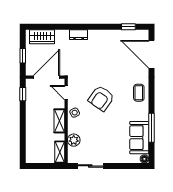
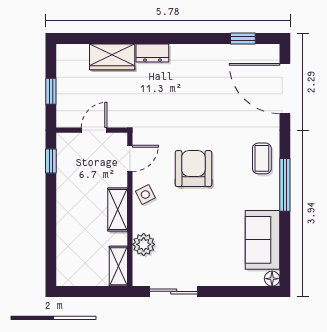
wardrobe: (42, 37) -> (112, 57), moved
door: (46, 77) -> (94, 130), width x0.53
door: (66, 93) -> (130, 158), swing flipped
armchair: (101, 98) -> (193, 169), turned 145
window: (152, 128) -> (285, 185), moved

